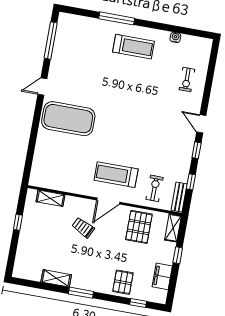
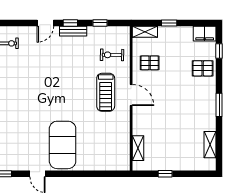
bench: (179, 197) -> (73, 31), moved
trolley: (83, 227) -> (159, 114), removed
pallet: (139, 227) -> (150, 63), width x0.67, depth x0.71
filing cabinet: (162, 276) -> (205, 34), moved
shelving: (56, 278) -> (210, 145), moved

